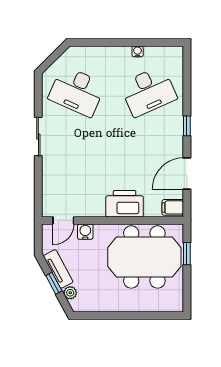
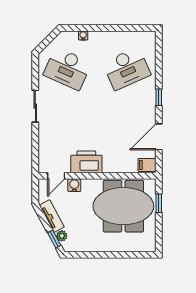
water cooler: (138, 51) -> (83, 36), moved
printer: (125, 204) -> (86, 162), moved
window: (54, 283) -> (54, 239), moved

